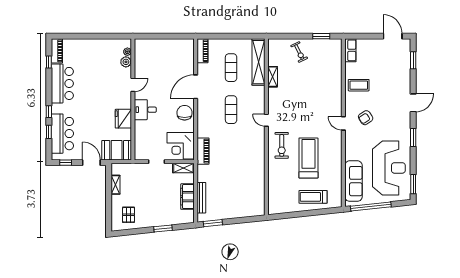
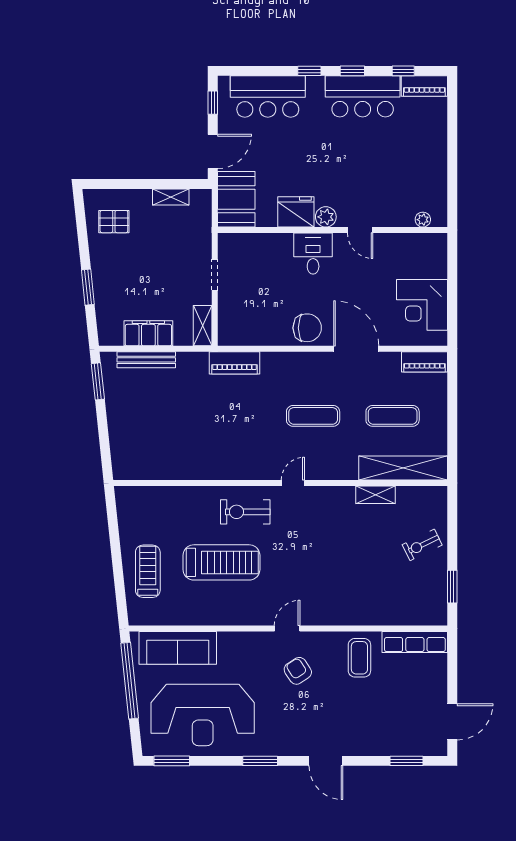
row of seats: (350, 50) -> (415, 642), width x1.48
plant: (126, 62) -> (326, 217), moved
window: (49, 132) -> (352, 71), moved
corner desk: (181, 146) -> (422, 305), moved, turned -90

